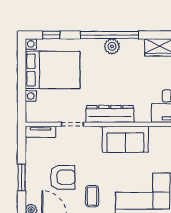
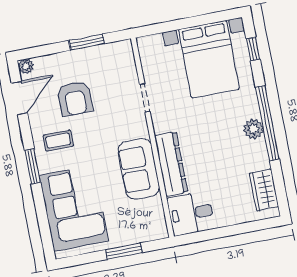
dresser: (110, 114) -> (171, 164), moved
tv unit: (40, 132) -> (127, 59), removed
window: (22, 177) -> (87, 42), moved

